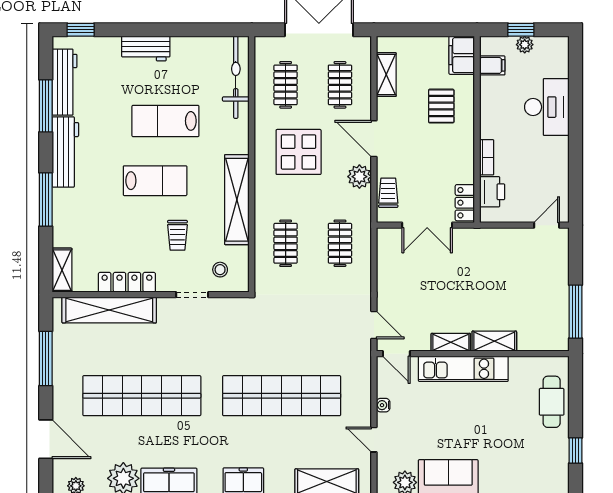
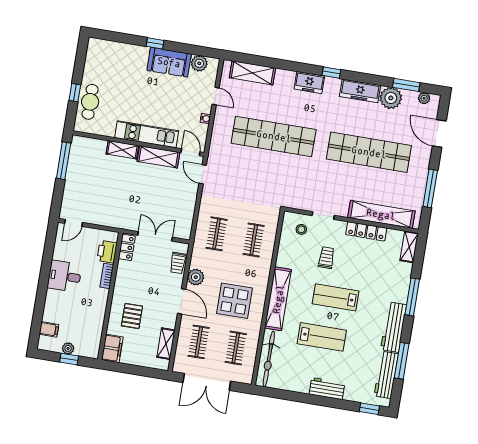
filing cabinet: (492, 65) -> (49, 329), moved, turned 180
desk: (547, 107) -> (65, 276), moved, width x0.73
shelving: (237, 200) -> (278, 299), moved
shelving: (451, 342) -> (158, 157), width x1.50, depth x1.33
window: (576, 451) -> (75, 93), moved

